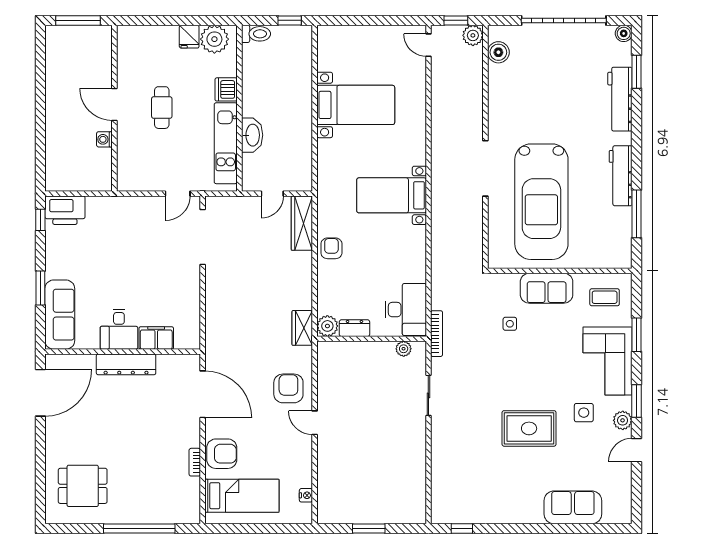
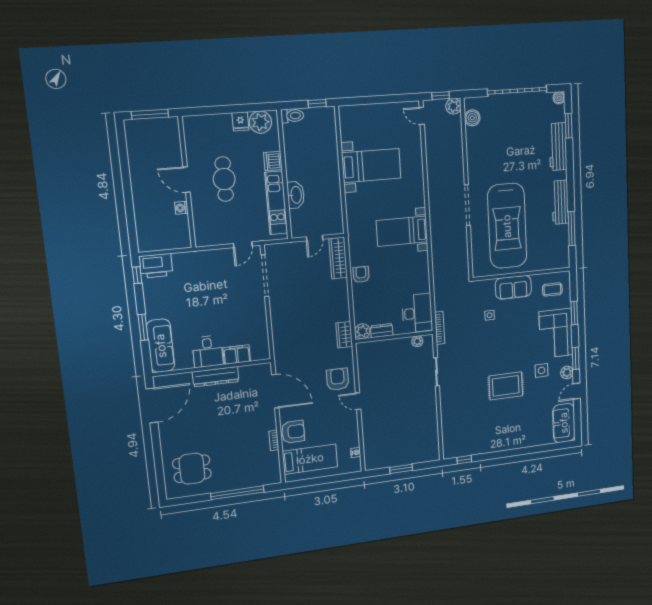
cafe table: (162, 108) -> (224, 179), width x1.37, depth x1.35
sofa: (573, 507) -> (564, 423), moved, turned -90

